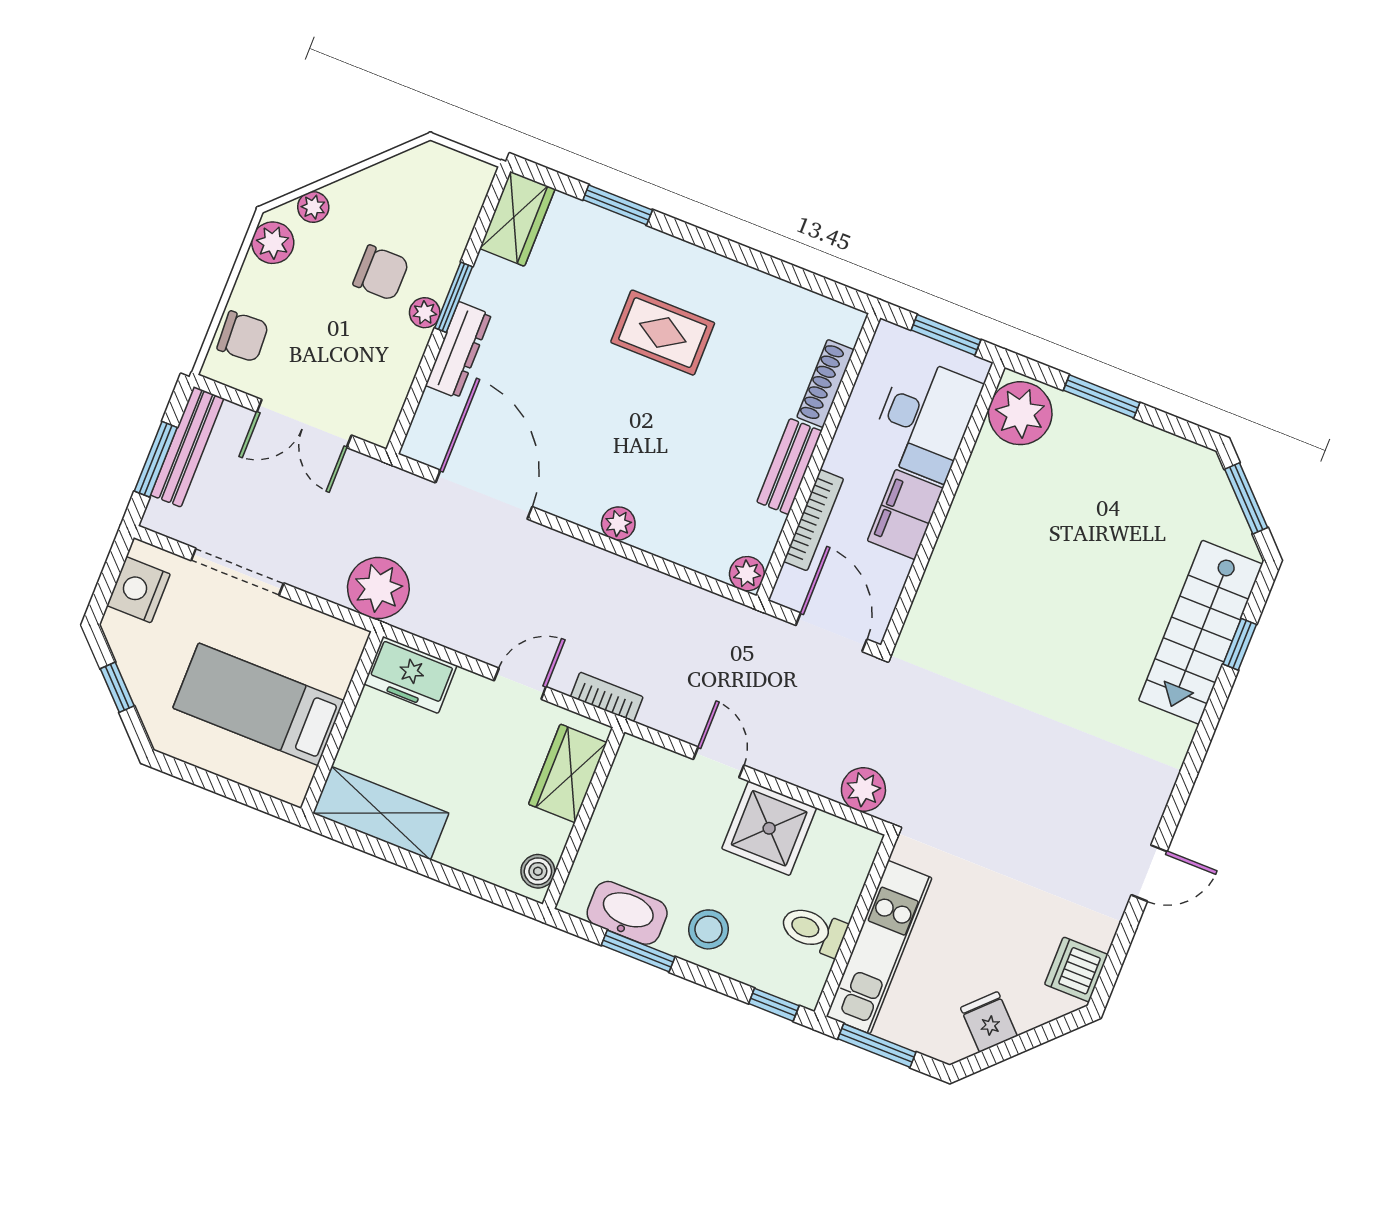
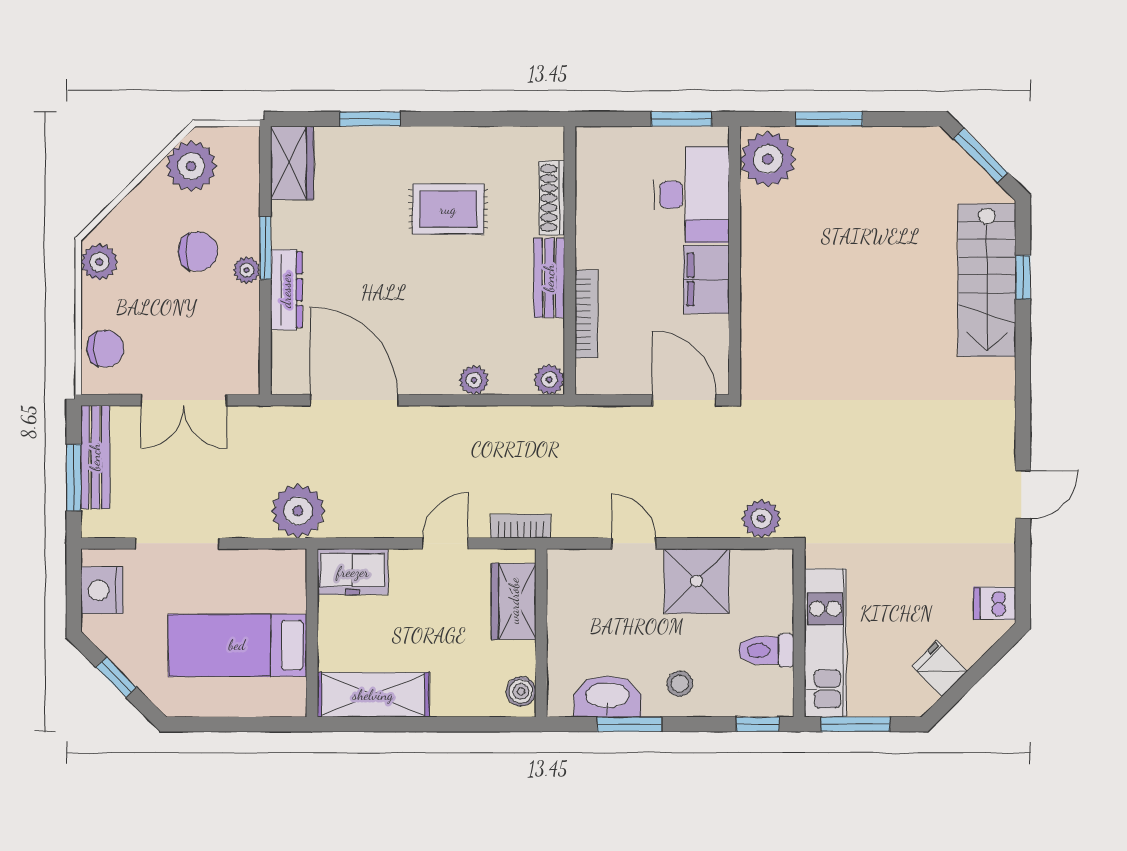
plant: (313, 207) -> (191, 166), moved, width x1.87, depth x1.87
shoe rack: (825, 383) -> (552, 198), moved
wall: (818, 457) -> (570, 260), moved
bench: (789, 467) -> (549, 278), moved
bookcase: (814, 520) -> (586, 314), moved
plant: (747, 574) -> (549, 379), moved
stool: (709, 929) -> (680, 684), width x0.73, depth x0.73
dishwasher: (1076, 969) -> (994, 603), width x0.73

